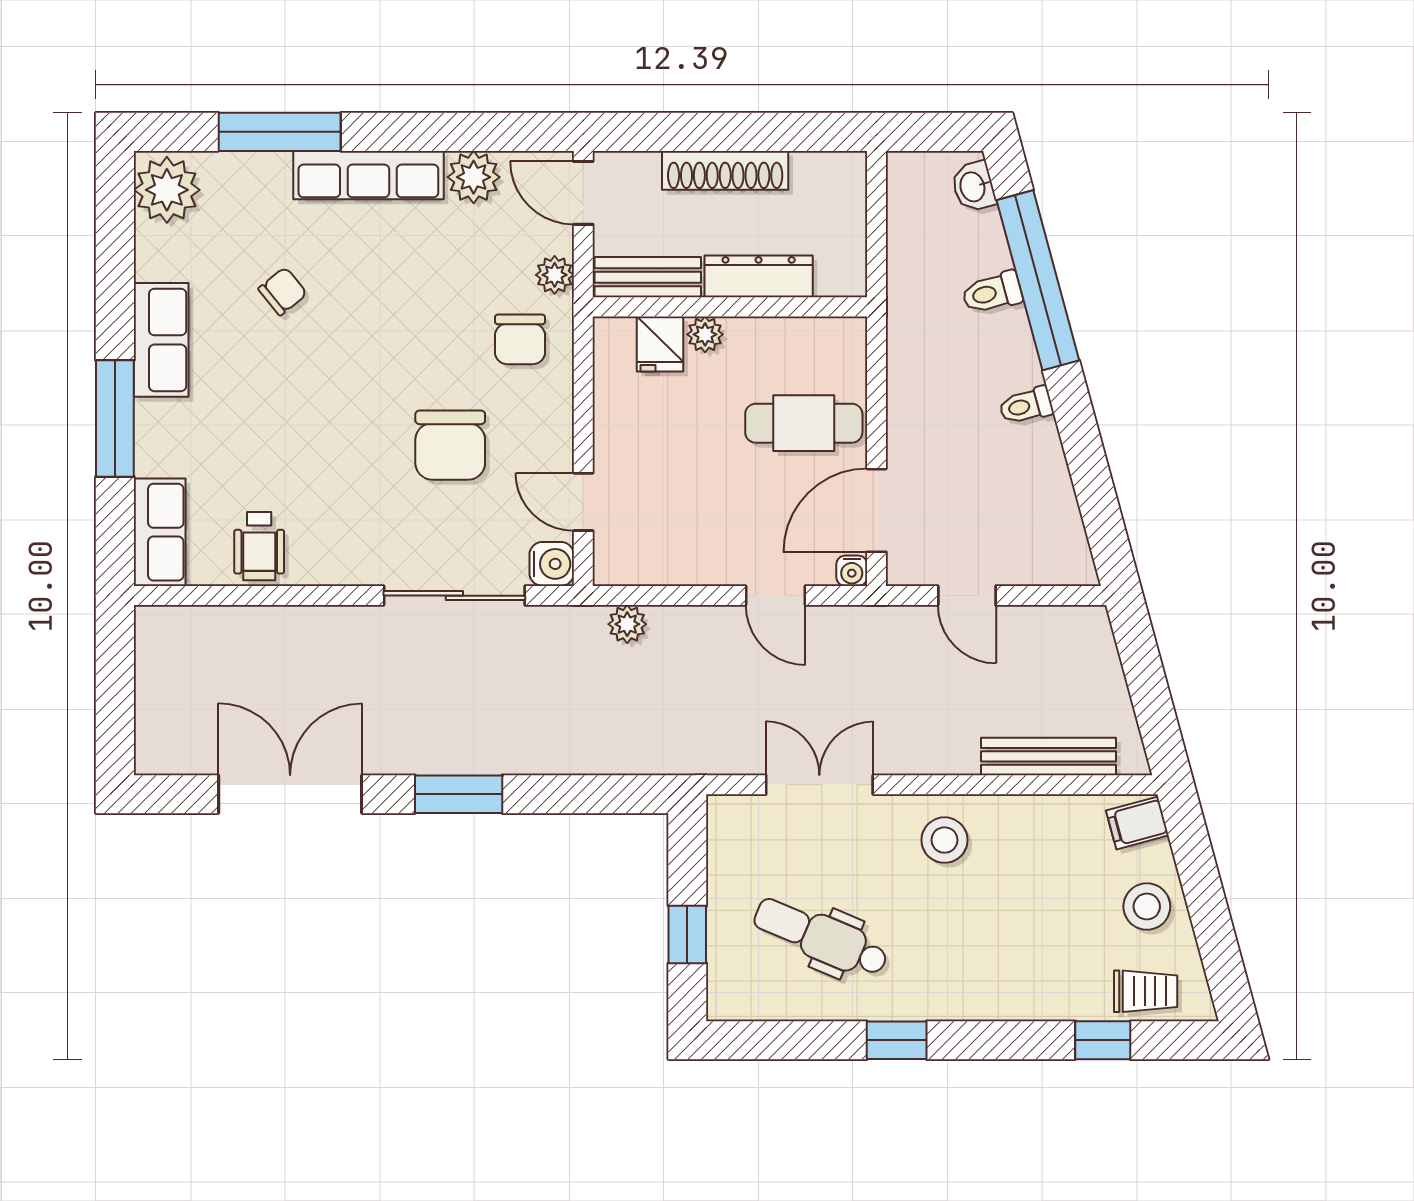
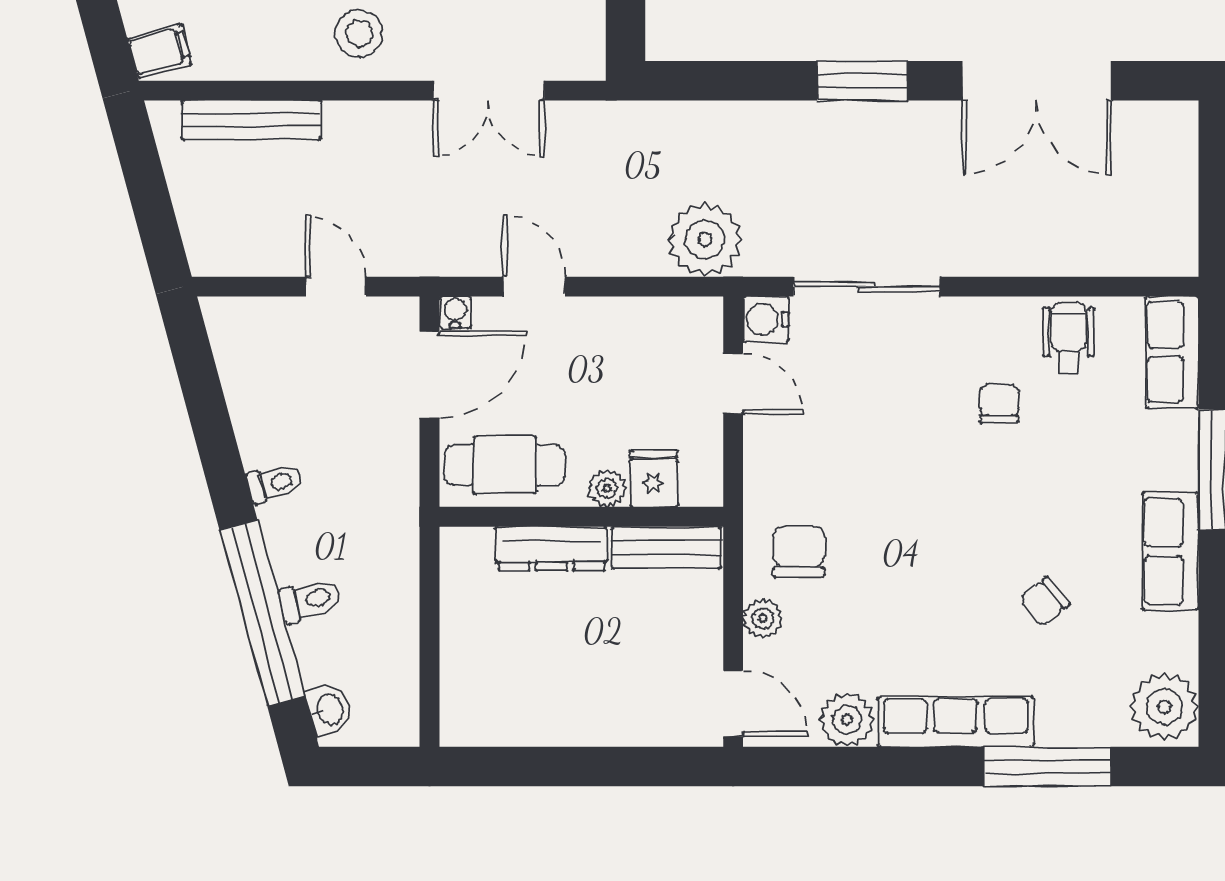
shoe rack: (725, 170) -> (586, 727), removed
dresser: (759, 276) -> (552, 548), moved
bench: (648, 277) -> (666, 548), moved
wall: (730, 307) -> (581, 517), moved
plant: (705, 334) -> (607, 488), moved
fridge: (660, 344) -> (654, 478), moved
chair: (450, 445) -> (999, 404), moved, width x0.54, depth x0.54
plant: (627, 624) -> (705, 240), width x1.87, depth x1.87

